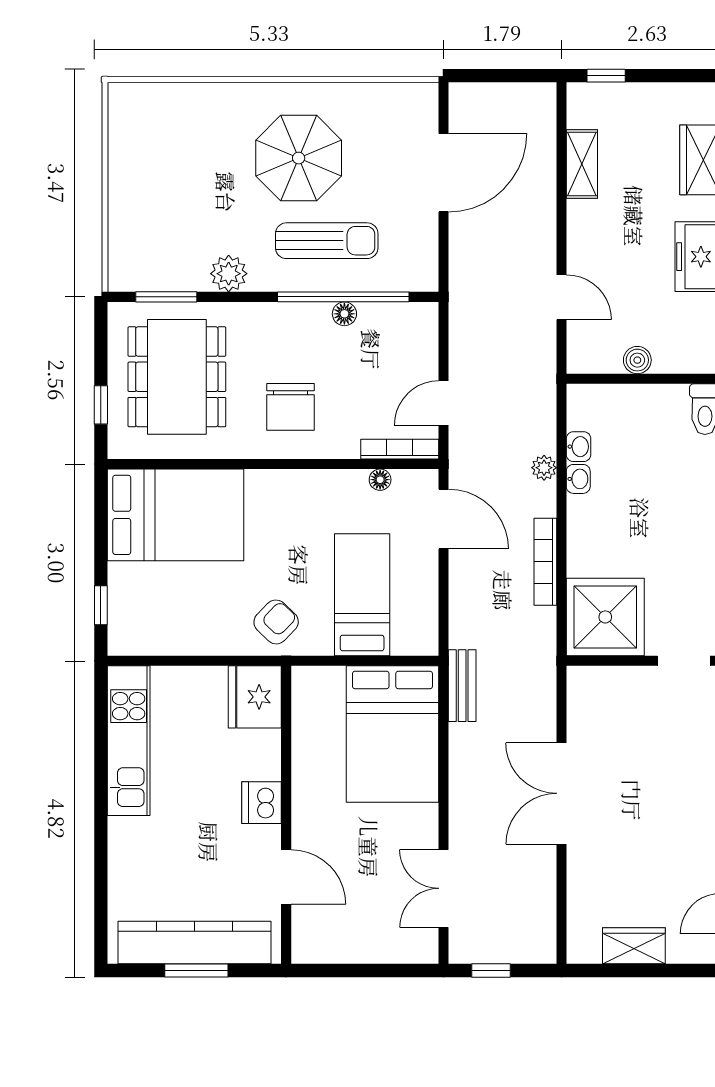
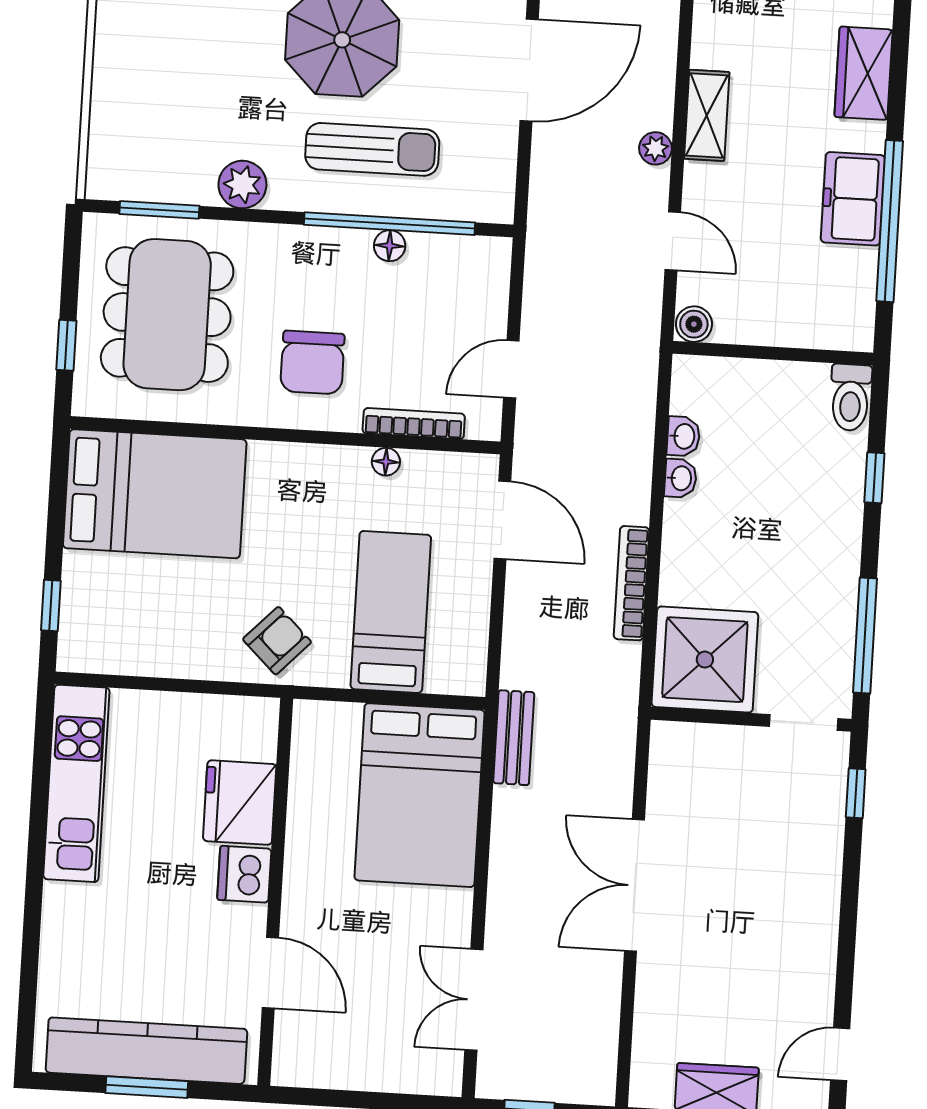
shelving: (582, 164) -> (707, 115), moved
boiler: (637, 360) -> (694, 324), moved
bookcase: (400, 449) -> (414, 424), moved
plant: (544, 468) -> (656, 148), moved
floor lamp: (380, 480) -> (386, 462), moved
fridge: (255, 697) -> (240, 803), moved

